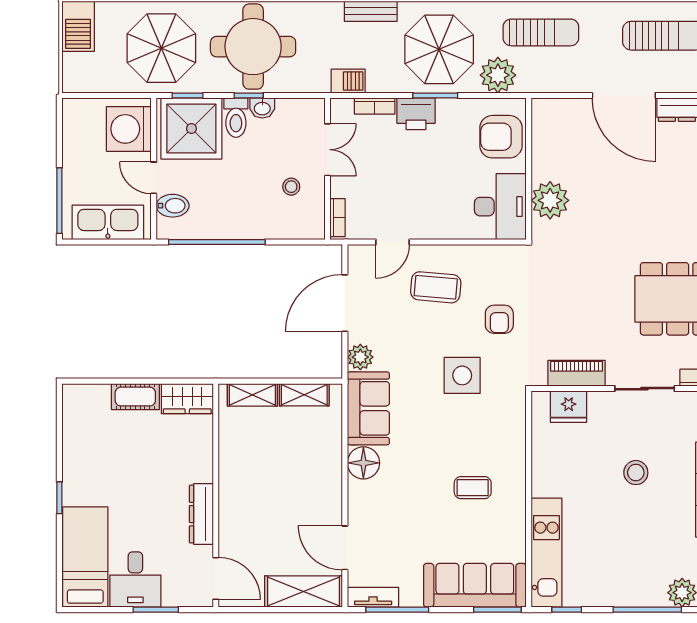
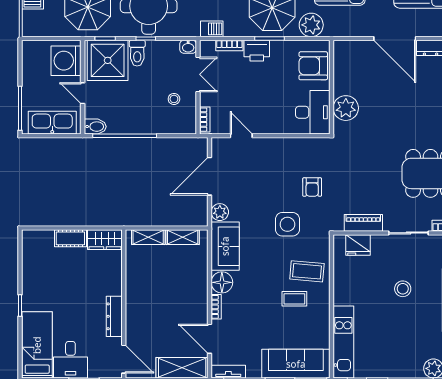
washbasin: (262, 108) -> (188, 47), moved
bidet: (173, 206) -> (95, 127), moved
door: (393, 242) -> (241, 136), swing flipped
coffee table: (436, 287) -> (307, 271), moved
bookcase: (355, 500) -> (216, 307), added

